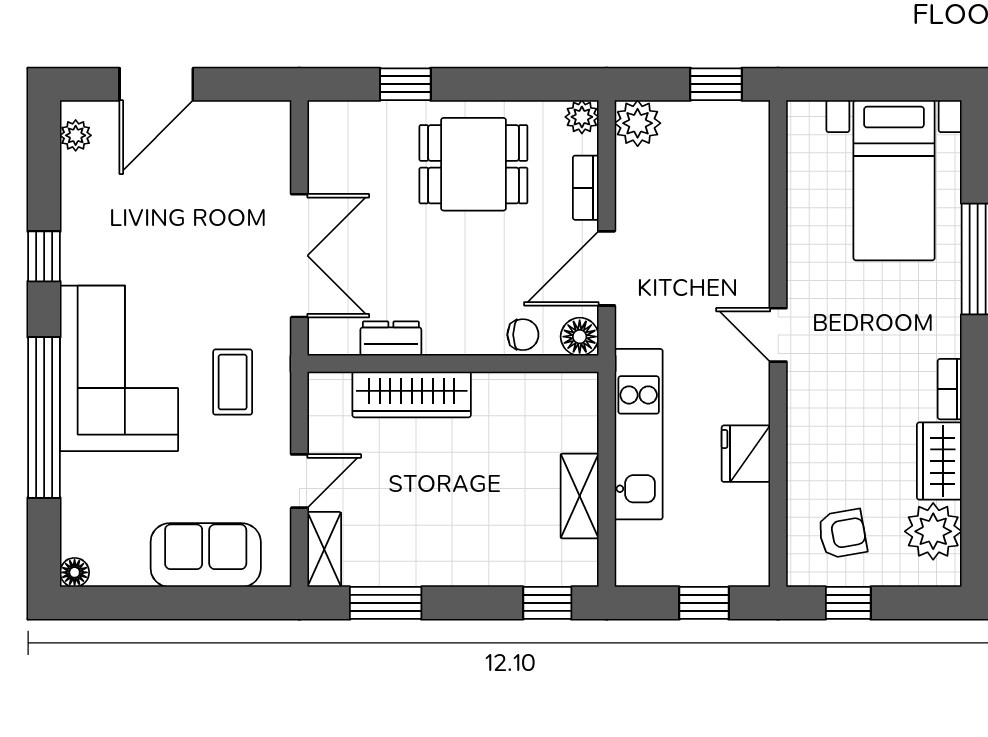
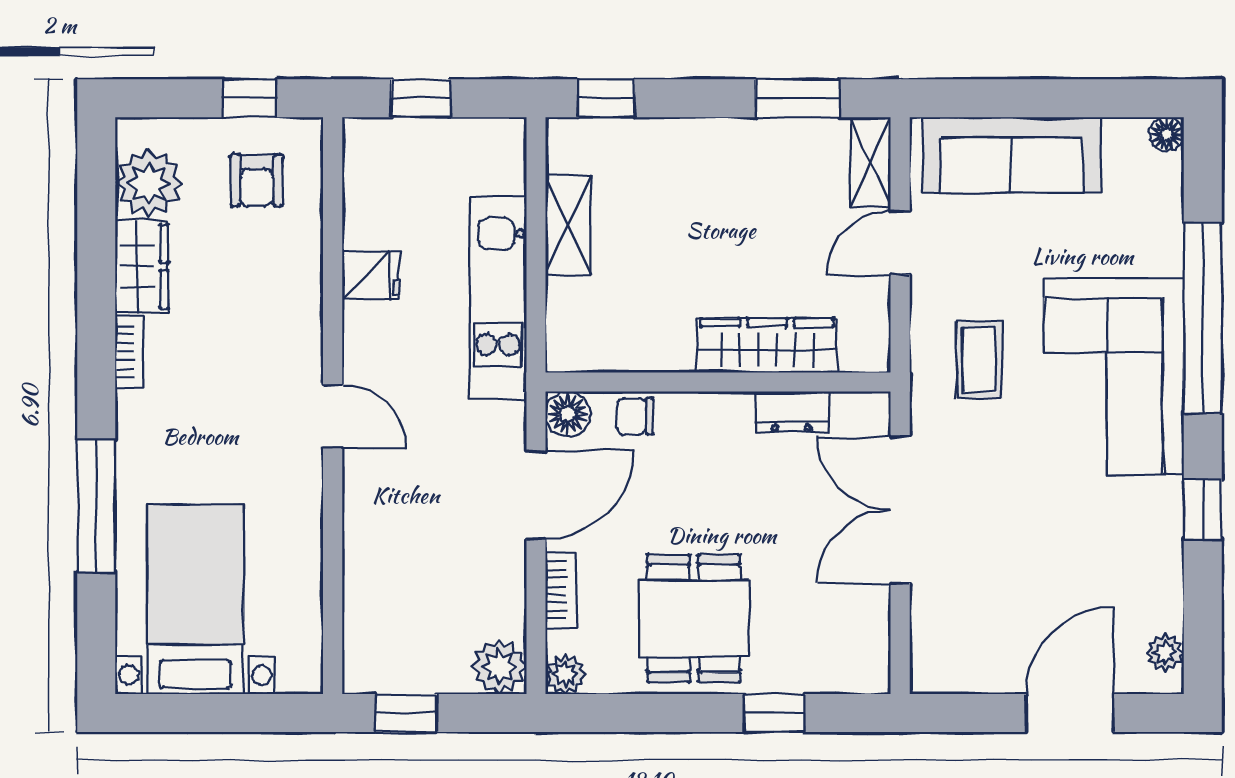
dining table: (473, 164) -> (694, 618), turned 90
fridge: (746, 454) -> (371, 275), width x0.72
armchair: (842, 534) -> (257, 180), turned -80
sofa: (206, 555) -> (1011, 155), width x1.36

